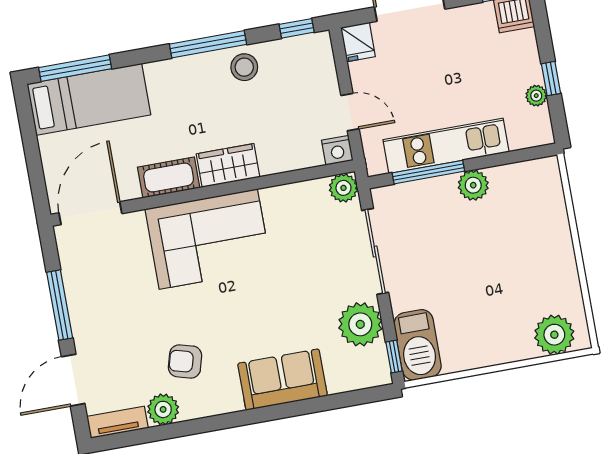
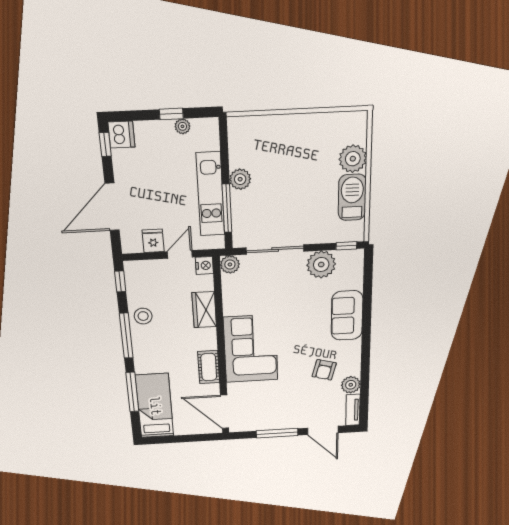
fridge: (358, 42) -> (153, 241), moved, turned -90
window: (75, 68) -> (132, 392), moved
wardrobe: (228, 165) -> (204, 310), moved
plant: (554, 335) -> (353, 159), moved
barbecue: (418, 345) -> (352, 197), moved, turned -90

